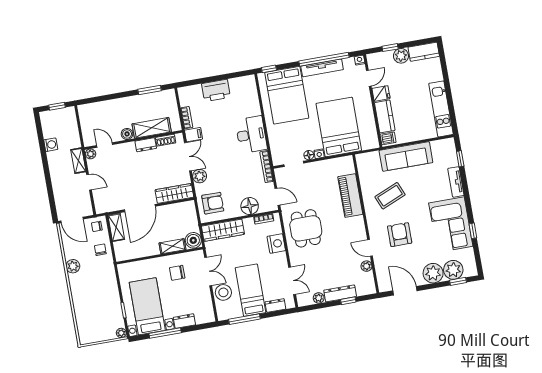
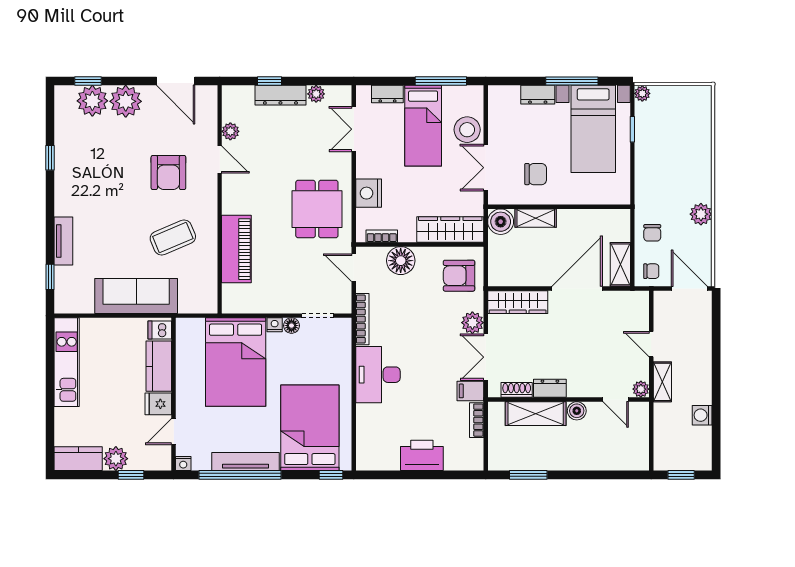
corner sofa: (451, 225) -> (83, 174), removed

